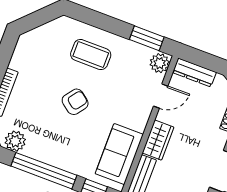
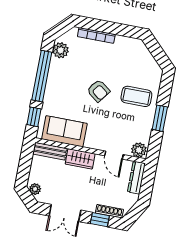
window: (147, 38) -> (160, 118), moved
coffee table: (91, 55) -> (136, 96), turned 90

